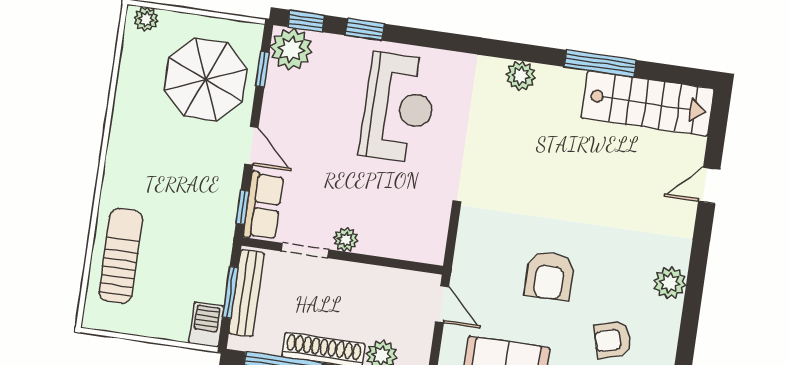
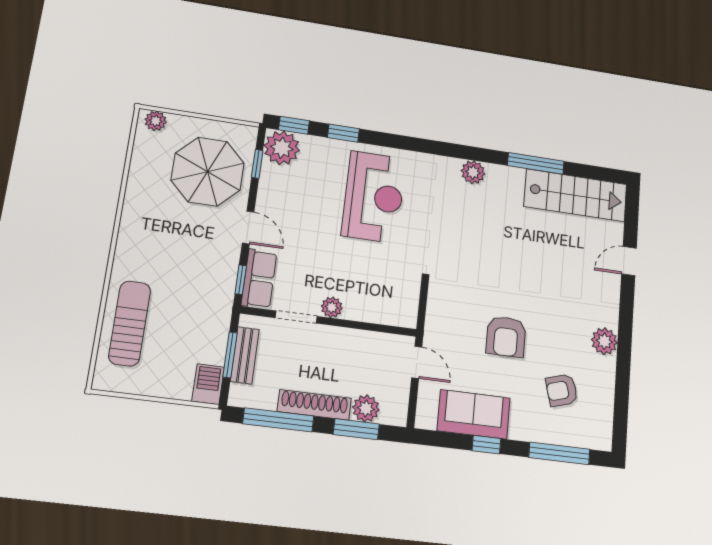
bench: (247, 293) -> (245, 355), width x0.73

